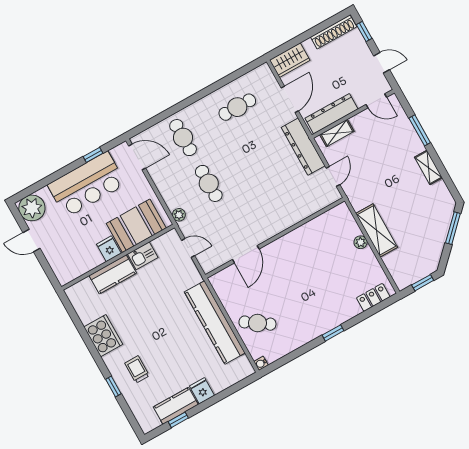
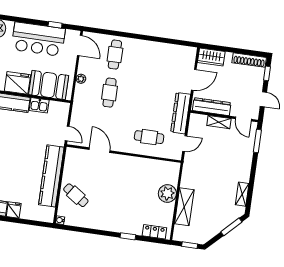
cafe table: (237, 107) -> (149, 137), moved
window: (420, 130) -> (257, 141), moved
shelving: (337, 133) -> (219, 122), moved
shelving: (428, 168) -> (242, 194), moved
plant: (179, 215) -> (81, 79), moved
shelving: (377, 230) -> (184, 207), moved
plant: (361, 242) -> (167, 193), width x1.88, depth x1.88
door: (188, 248) -> (67, 133), moved
fridge: (109, 249) -> (17, 83), width x1.88, depth x1.34
door: (246, 254) -> (100, 150), swing flipped
window: (333, 333) -> (128, 236), moved

